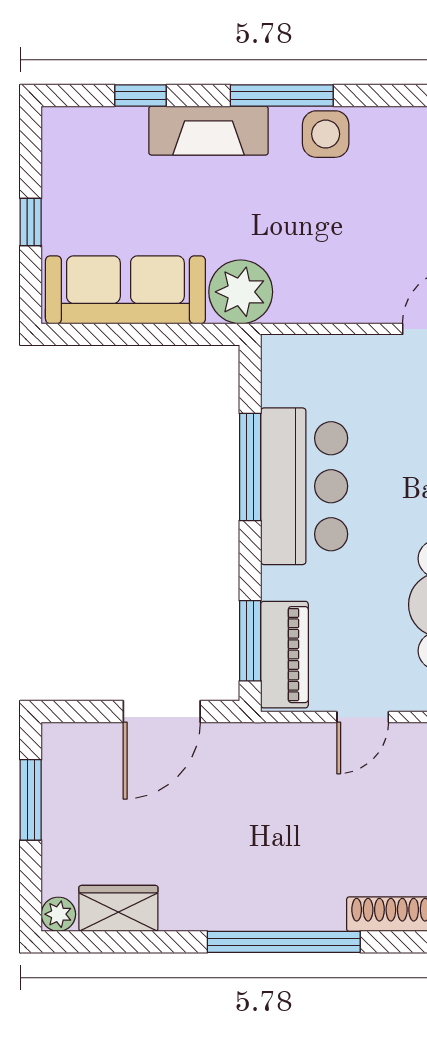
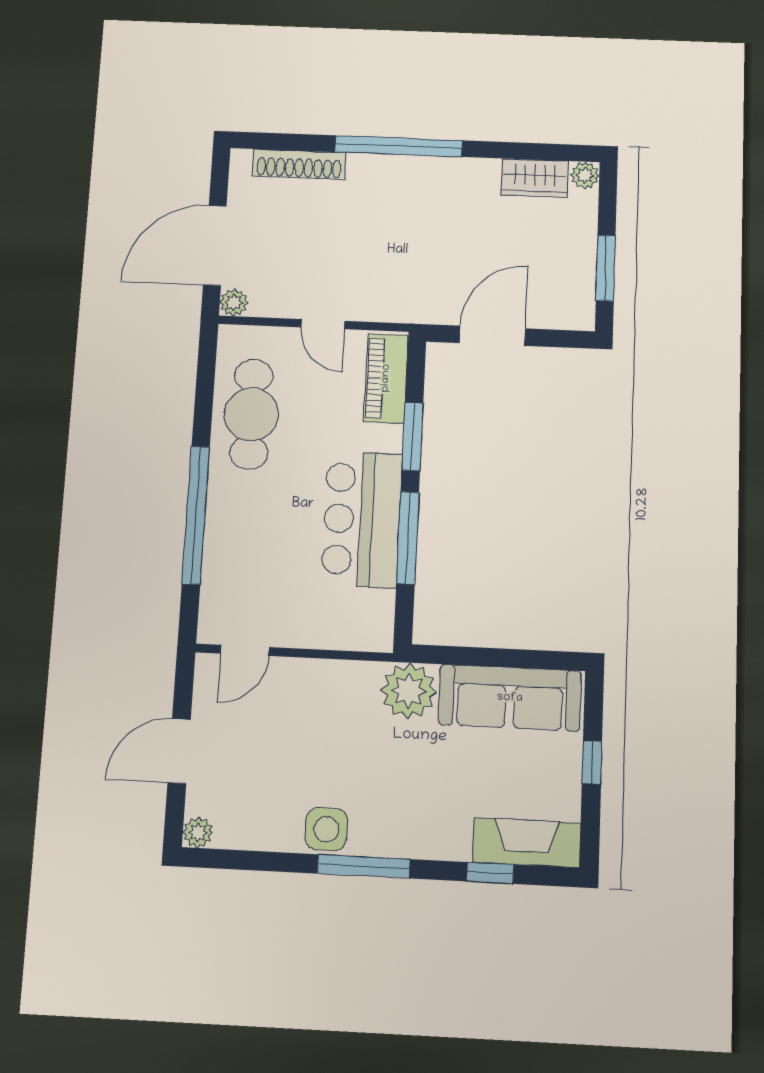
fireplace: (208, 131) -> (527, 843), moved
window: (250, 641) -> (413, 437), moved
door: (363, 717) -> (323, 324), swing flipped

